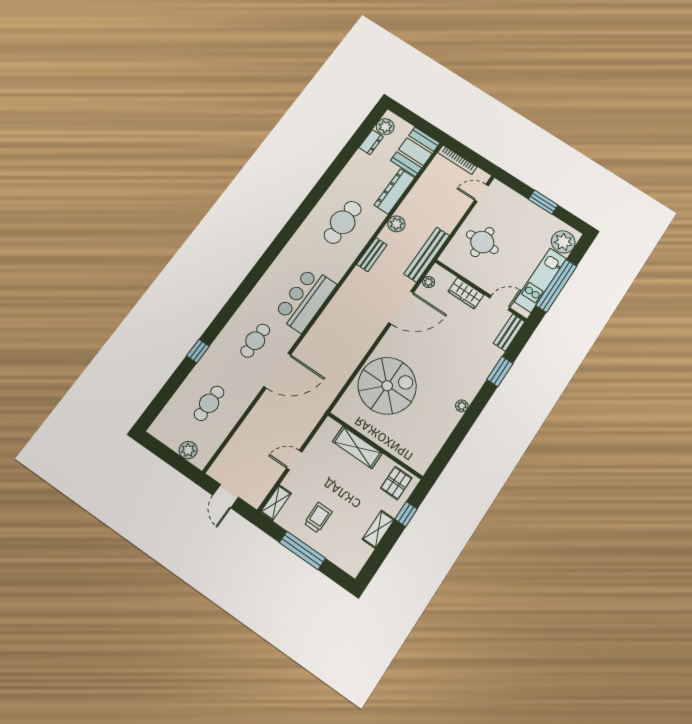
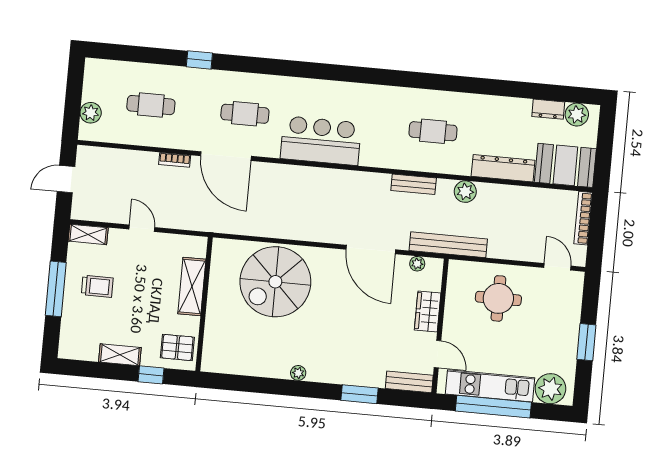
cafe table: (343, 222) -> (433, 131), width x0.73, depth x0.74
spiral stairs: (387, 386) -> (275, 282), turned 90
bookcase: (259, 408) -> (175, 160), added

